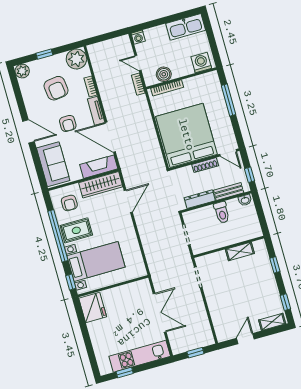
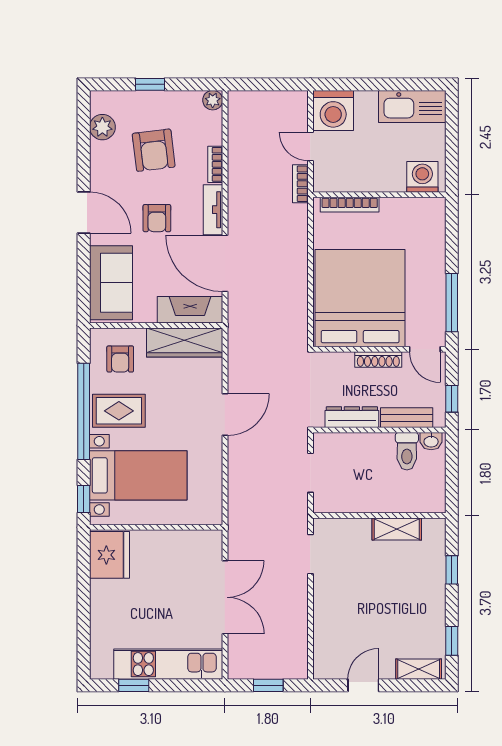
washing machine: (138, 37) -> (333, 110), width x1.89, depth x1.89
plant: (76, 59) -> (213, 100), width x0.53, depth x0.53
plant: (22, 71) -> (102, 127), moved
boiler: (164, 74) -> (350, 179), removed
window: (229, 100) -> (452, 303), moved
door: (128, 201) -> (225, 414), moved
toilet: (222, 212) -> (407, 451), moved

